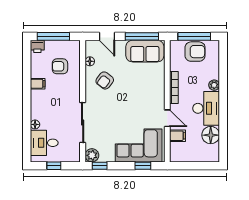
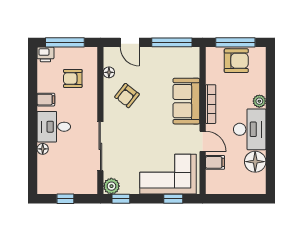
sofa: (145, 51) -> (186, 101), moved, turned 90
desk: (44, 143) -> (54, 127), moved

